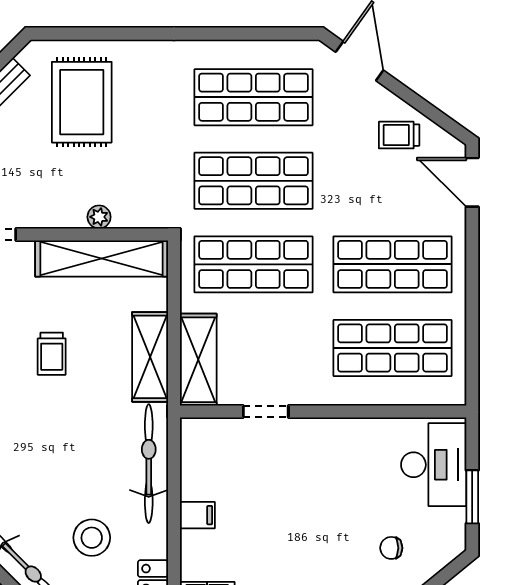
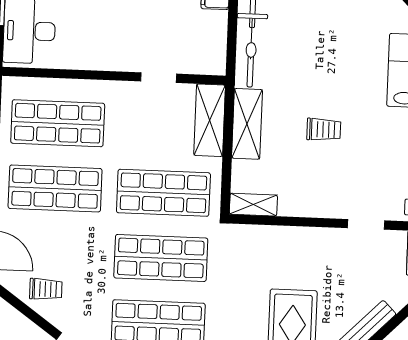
plant: (99, 217) -> (282, 235), removed
shelving: (102, 258) -> (253, 205), width x0.45, depth x0.75
trolley: (52, 354) -> (324, 129), turned 90

